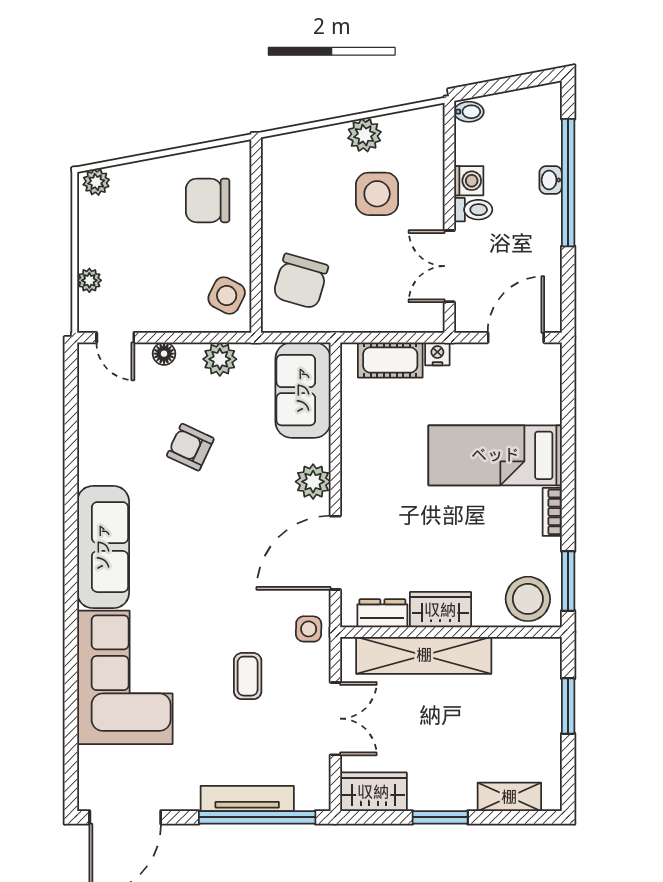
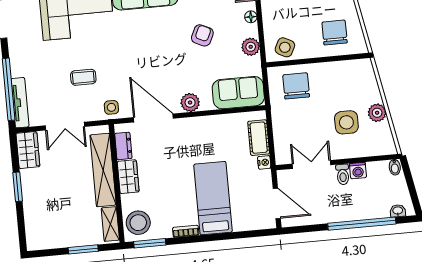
washbasin: (551, 180) -> (398, 211), moved
chair: (301, 281) -> (296, 86), turned 74
shelving: (509, 797) -> (110, 224), moved
tv unit: (247, 798) -> (20, 103), moved

